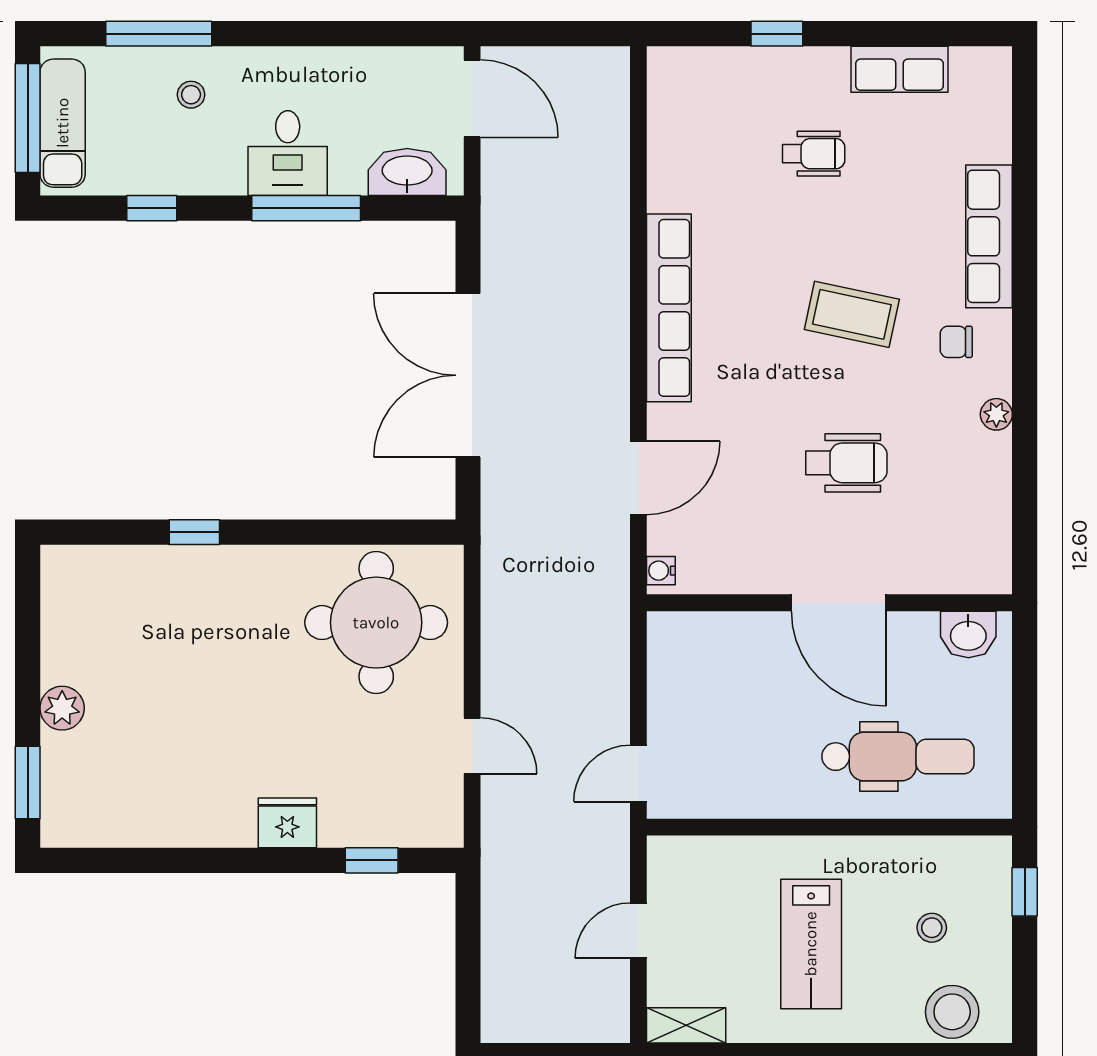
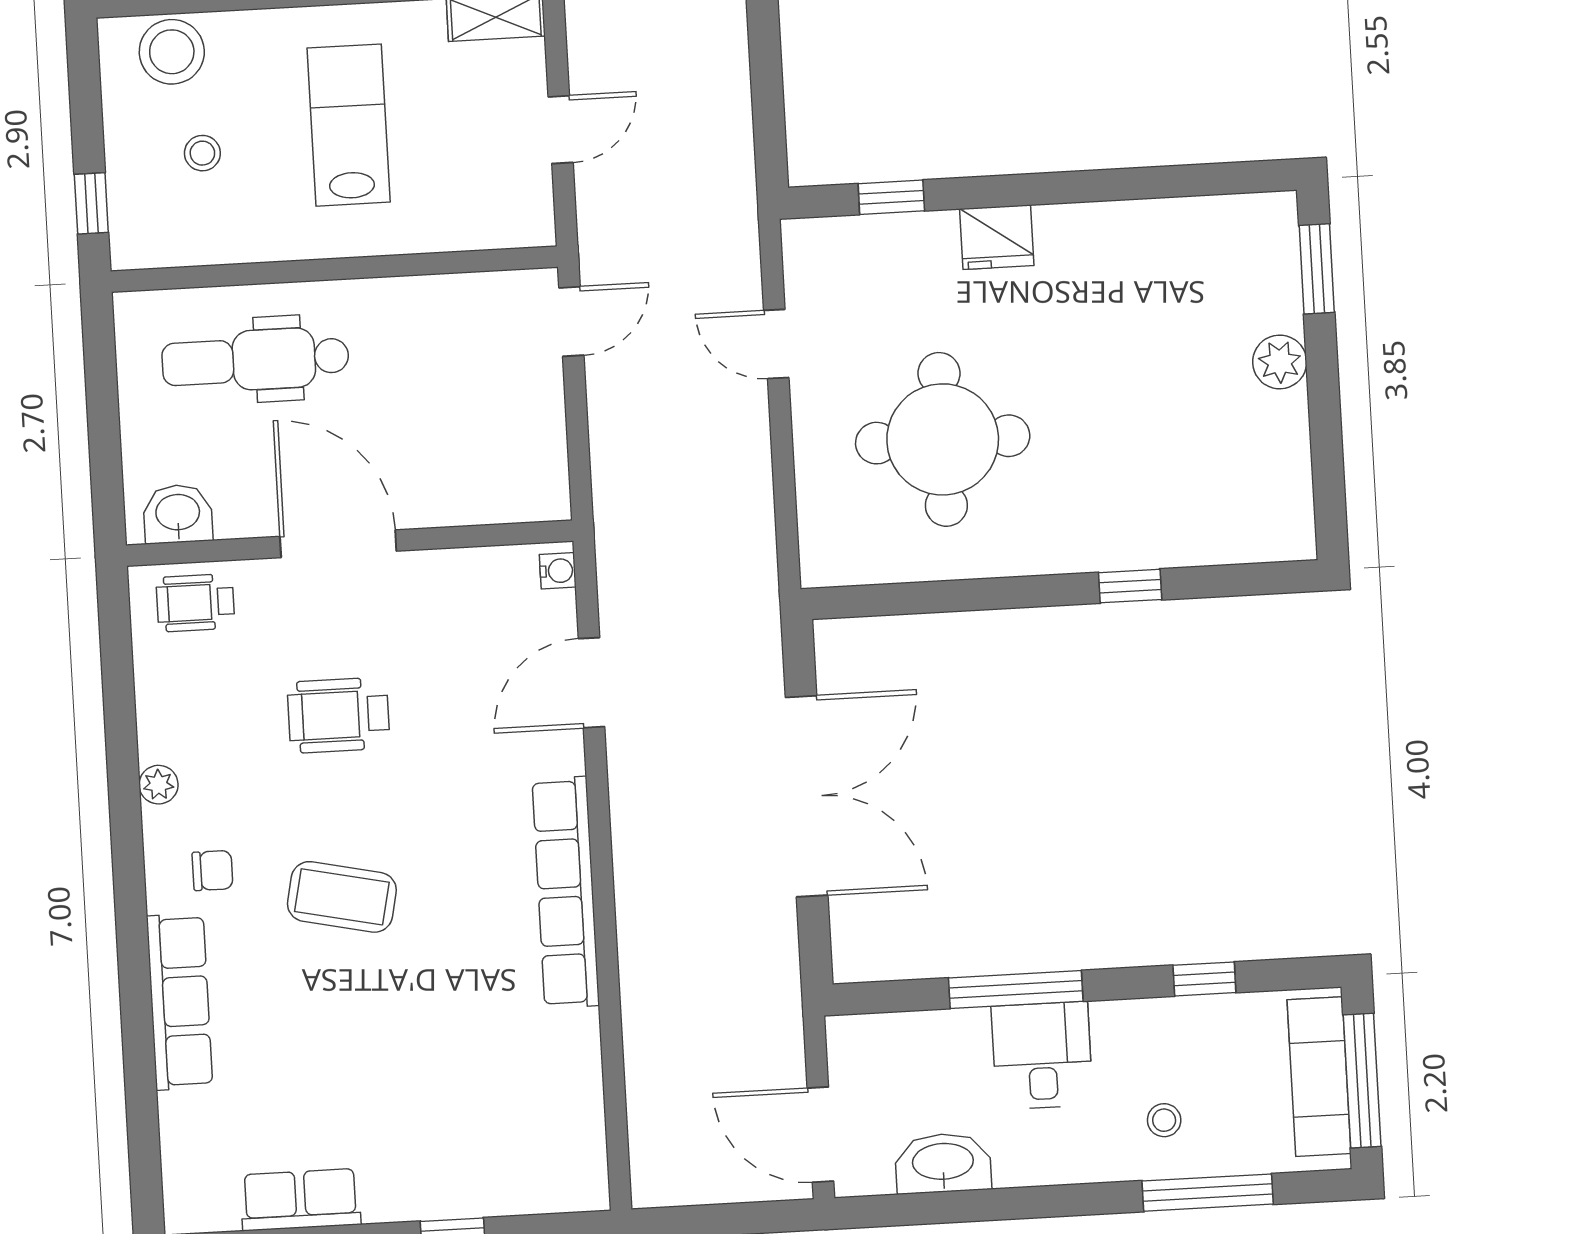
wheelchair: (814, 154) -> (195, 603), moved
washbasin: (407, 172) -> (943, 1163), moved, turned 180
round table: (376, 623) -> (943, 439), moved

